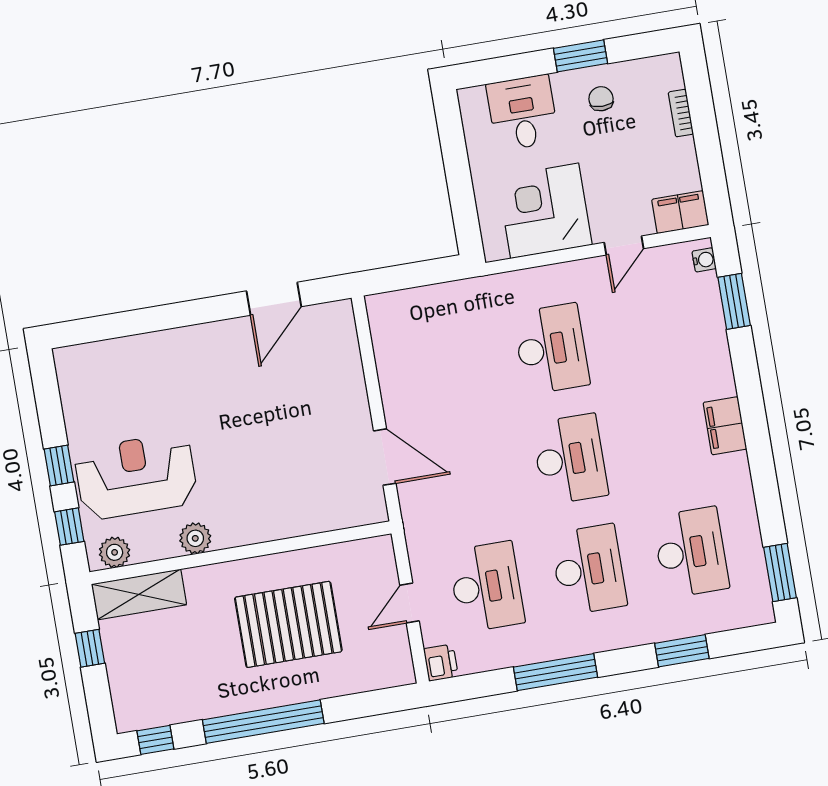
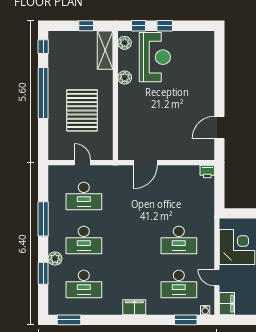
door: (274, 299) -> (219, 127), hinge flipped
desk: (570, 459) -> (179, 284), moved
plant: (643, 629) -> (55, 259), added
printer: (441, 663) -> (207, 172), moved

